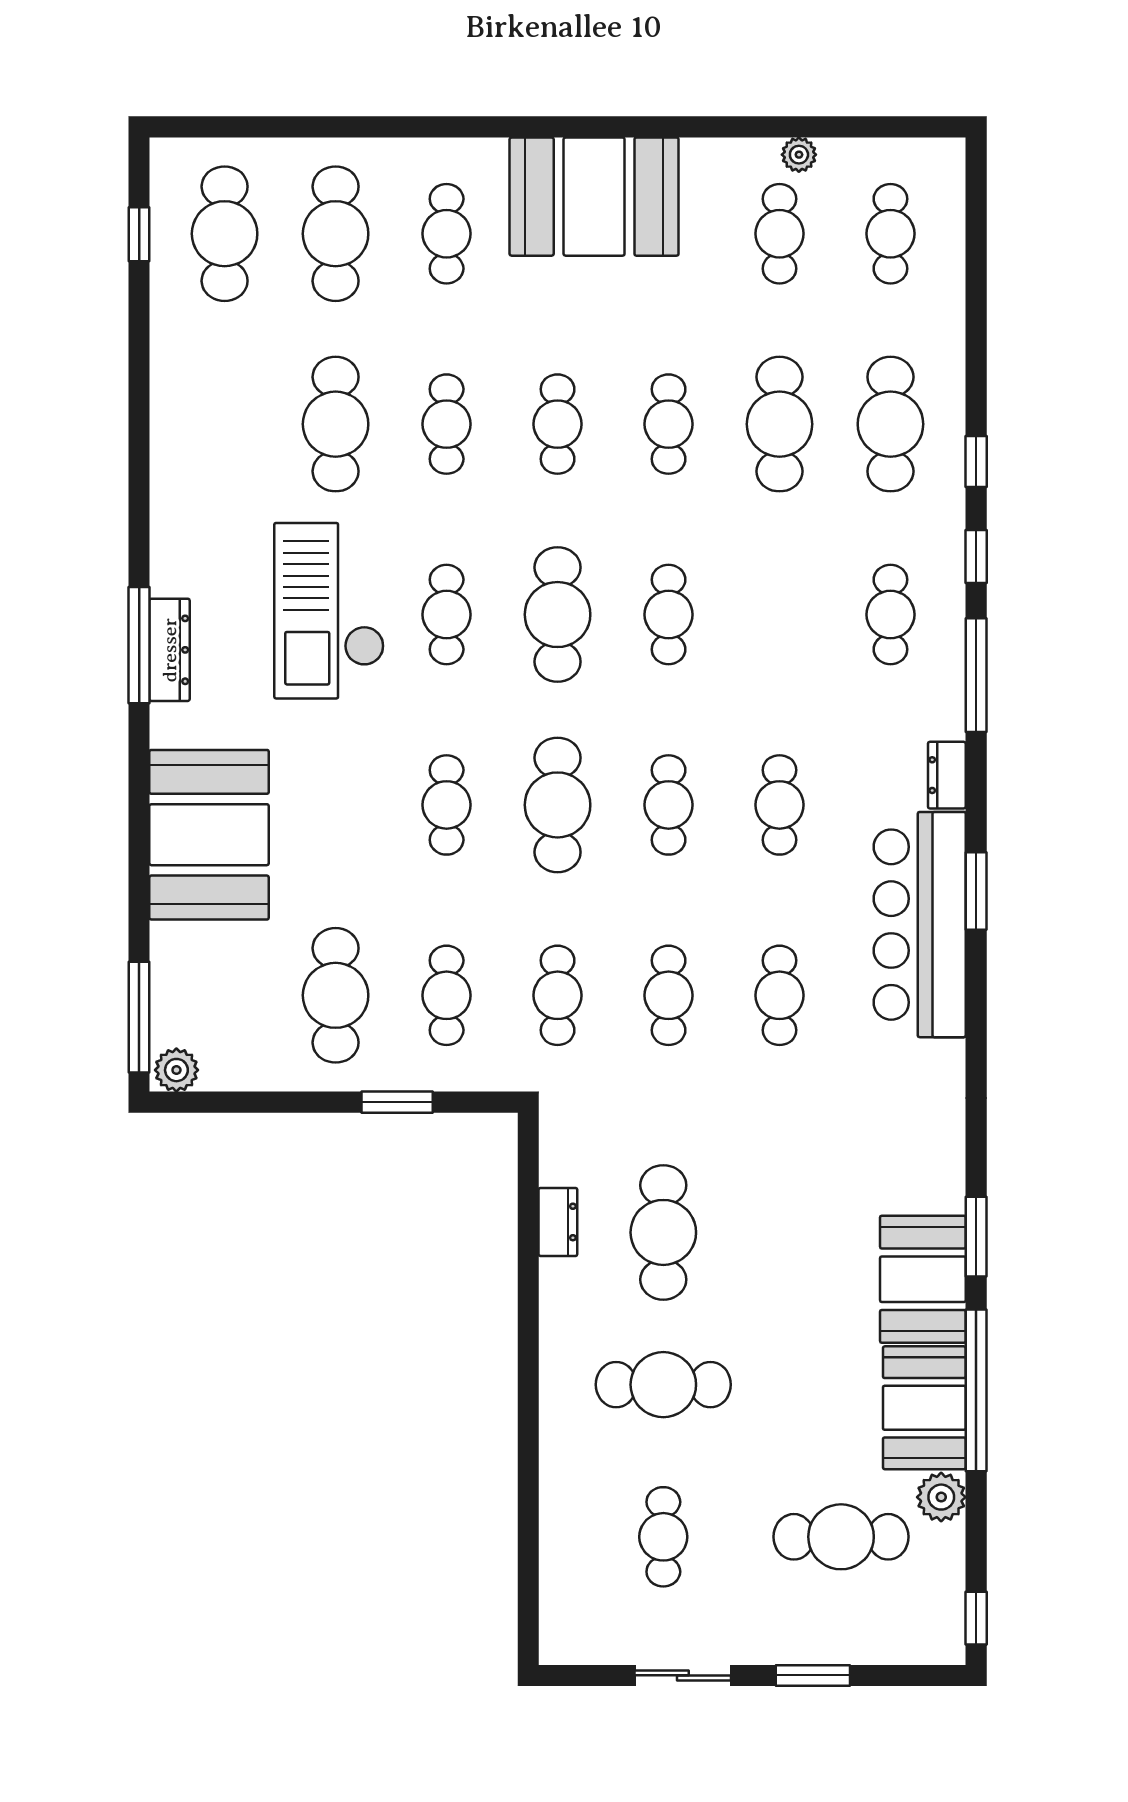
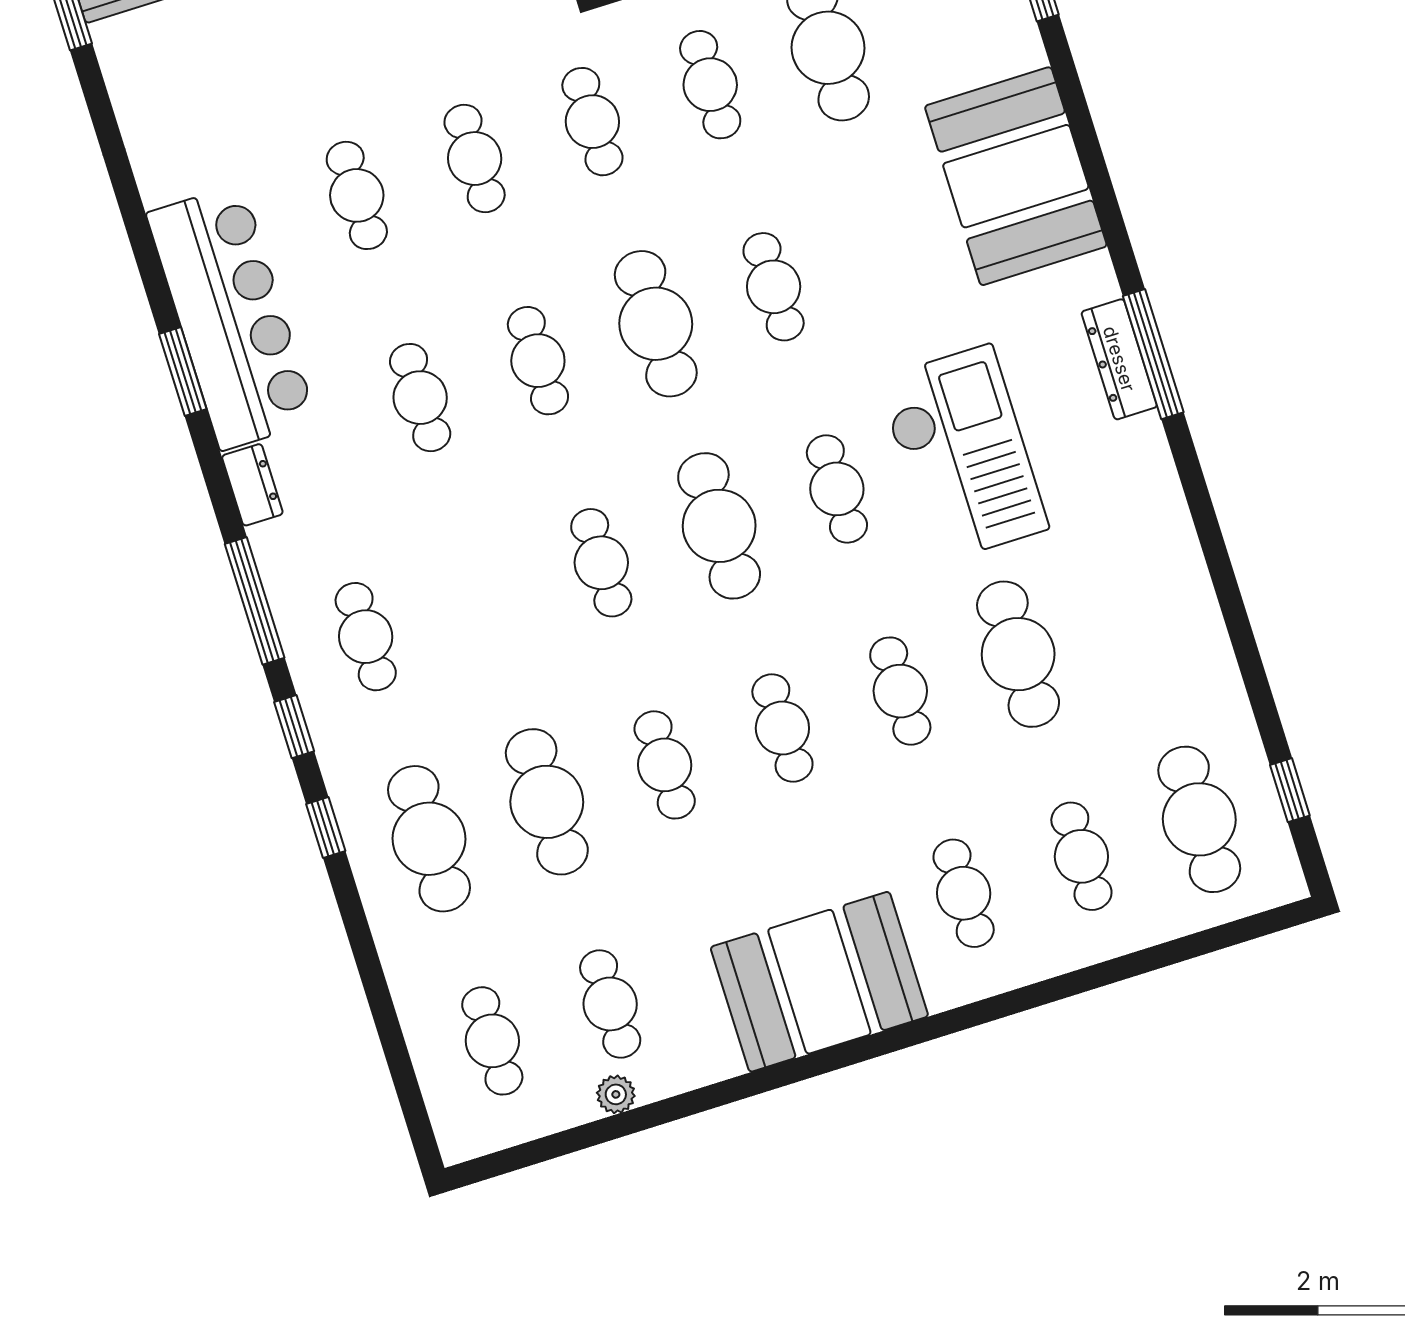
cafe table: (336, 234) -> (1081, 856), width x0.73, depth x0.74

